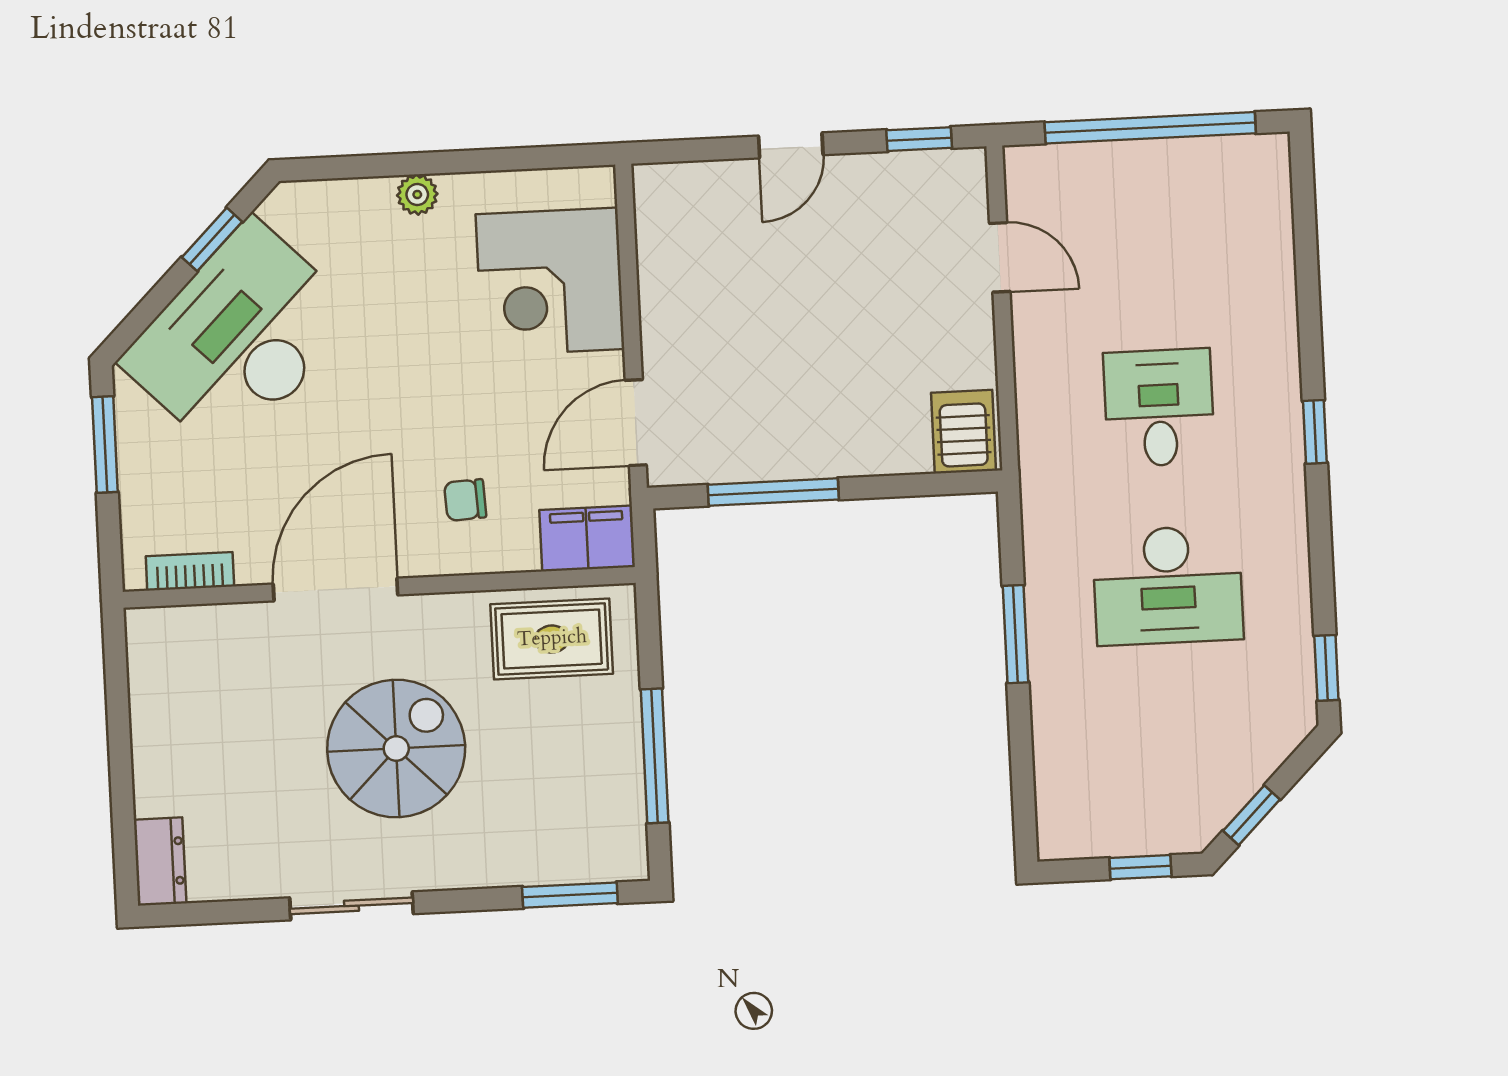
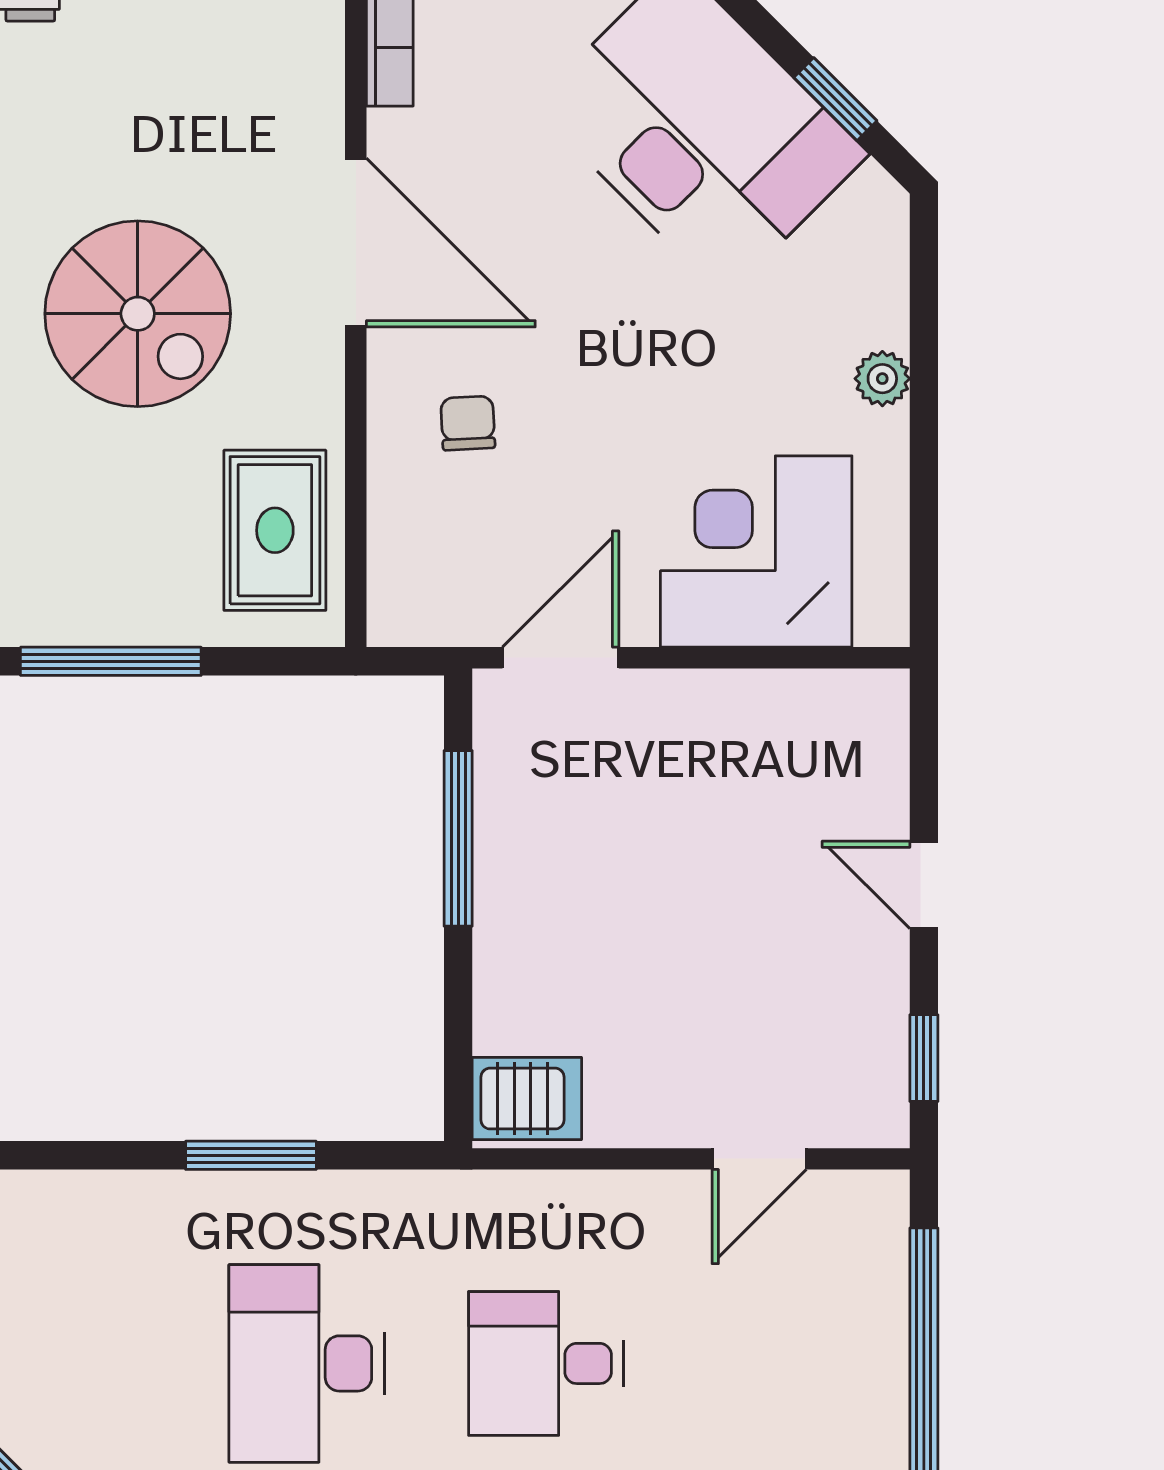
desk: (1159, 408) -> (546, 1363), turned 180
door: (636, 423) -> (561, 658), hinge flipped
filing cabinet: (587, 538) -> (408, 585), removed

